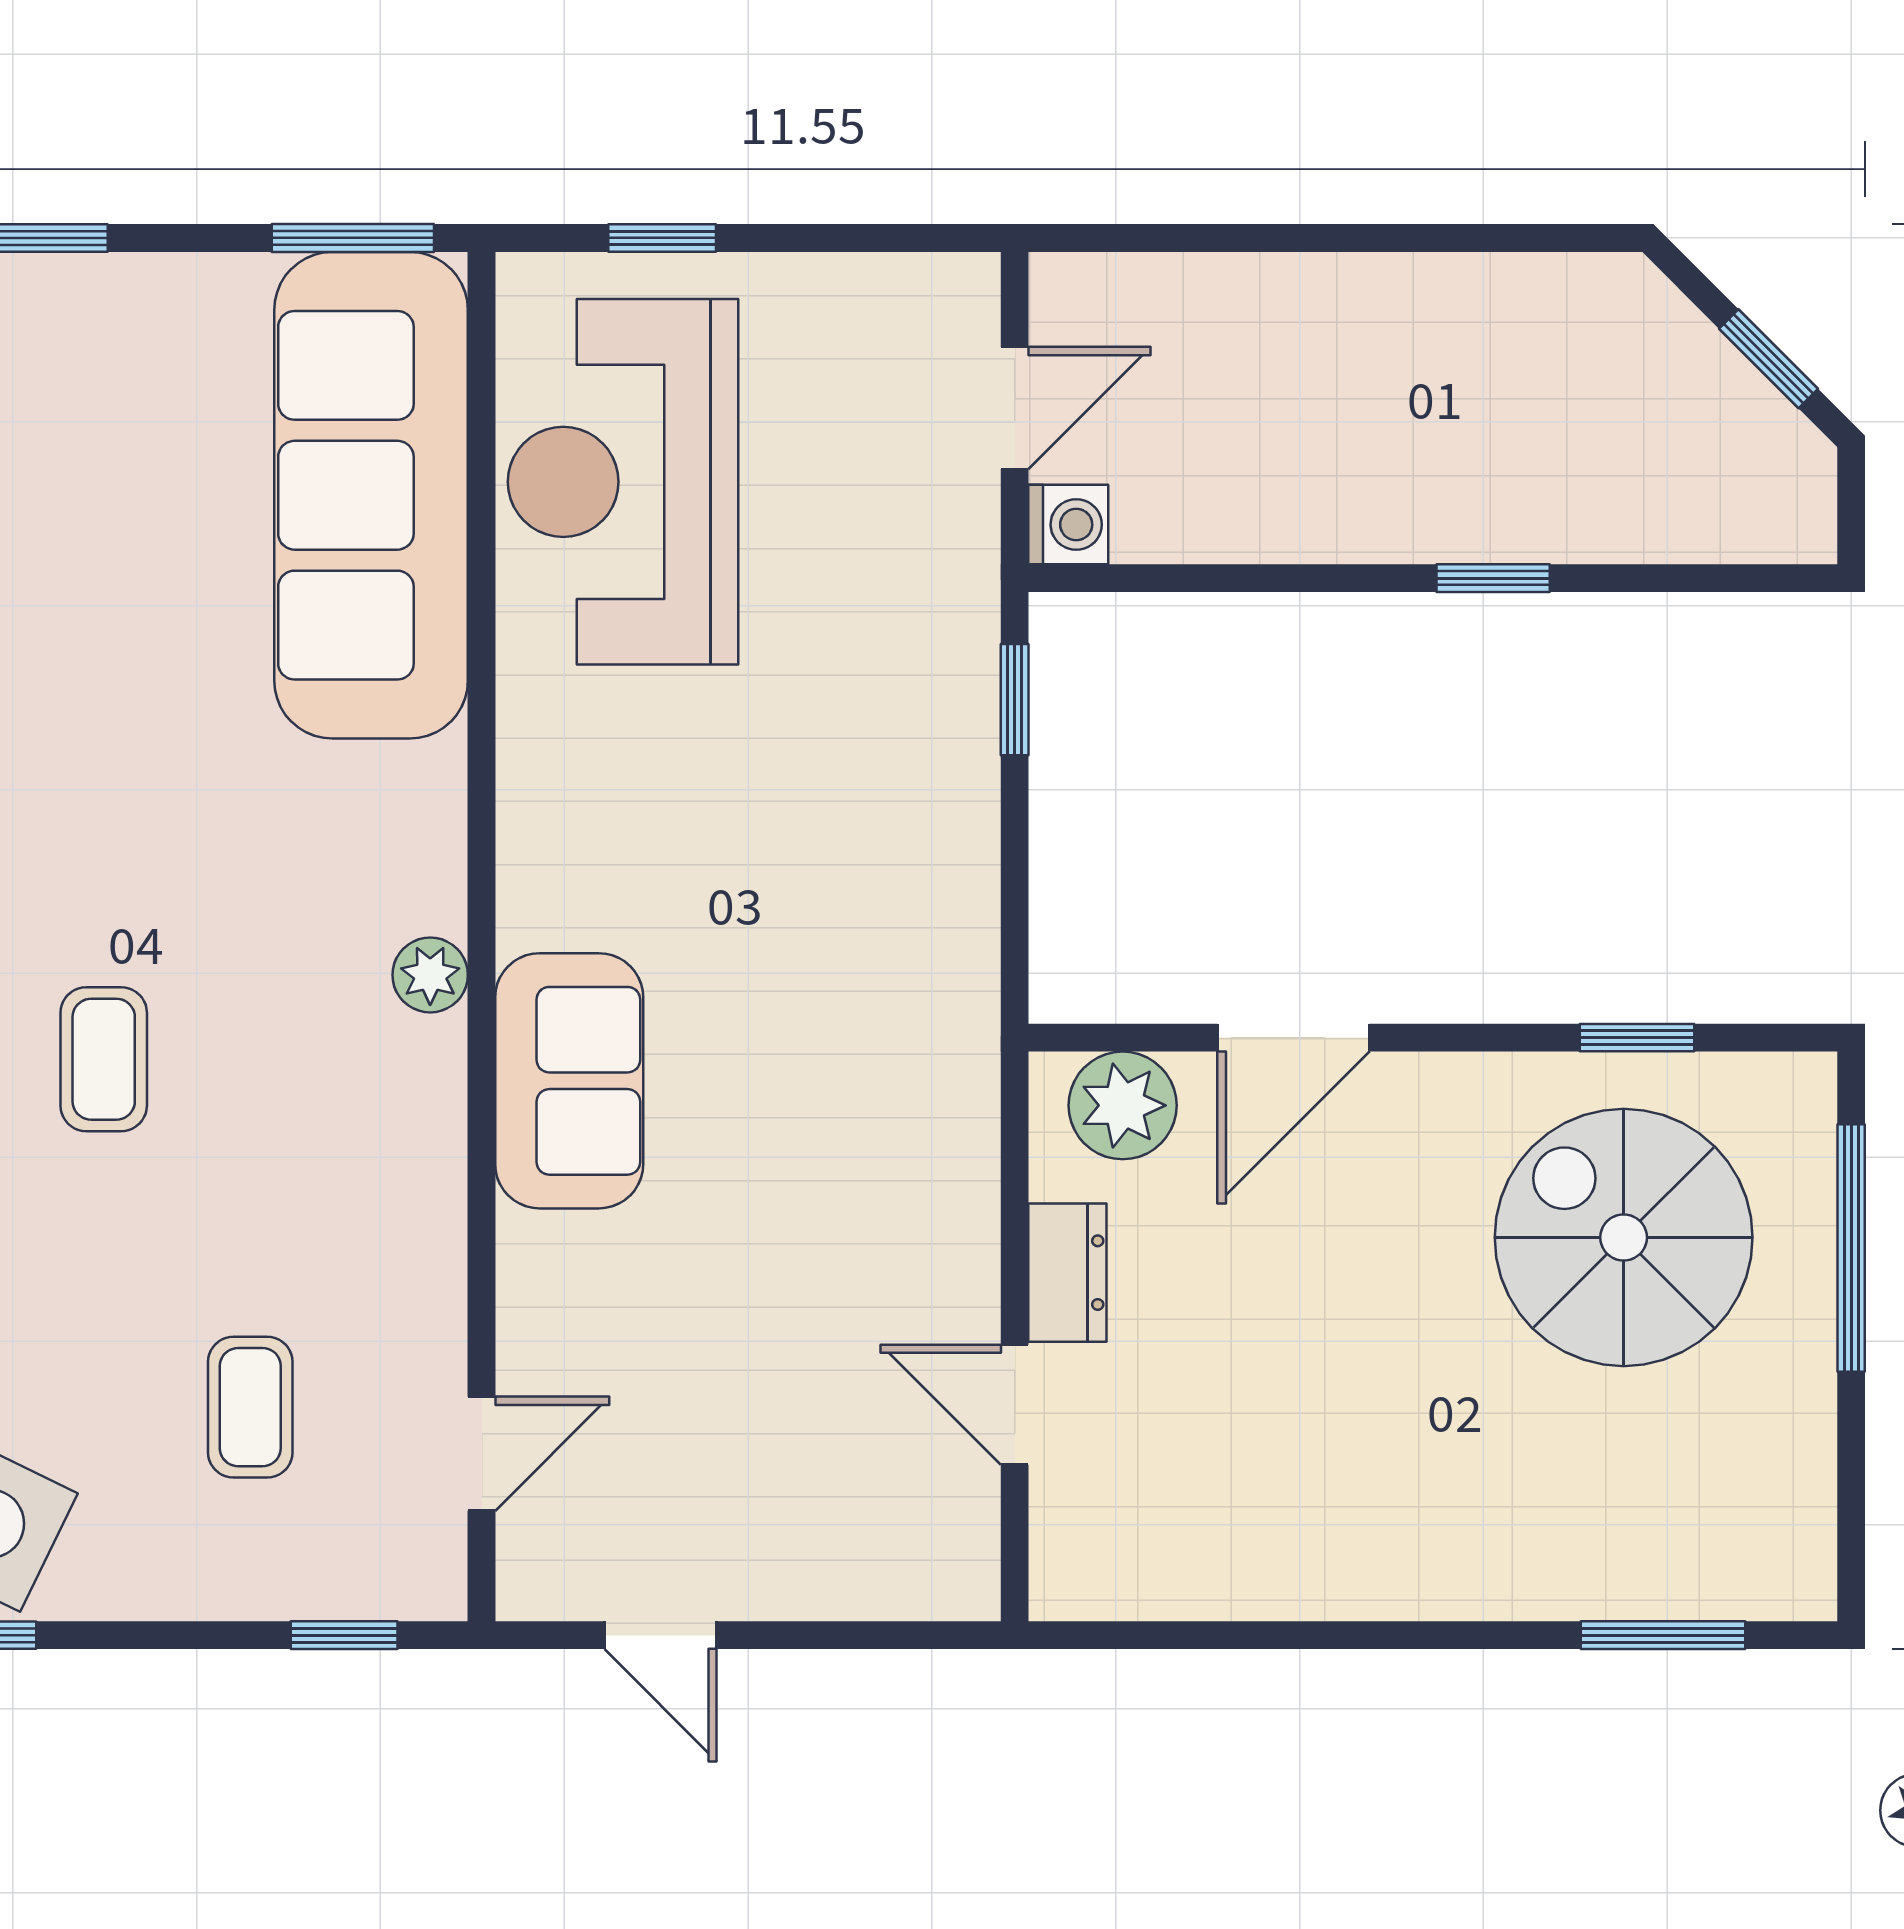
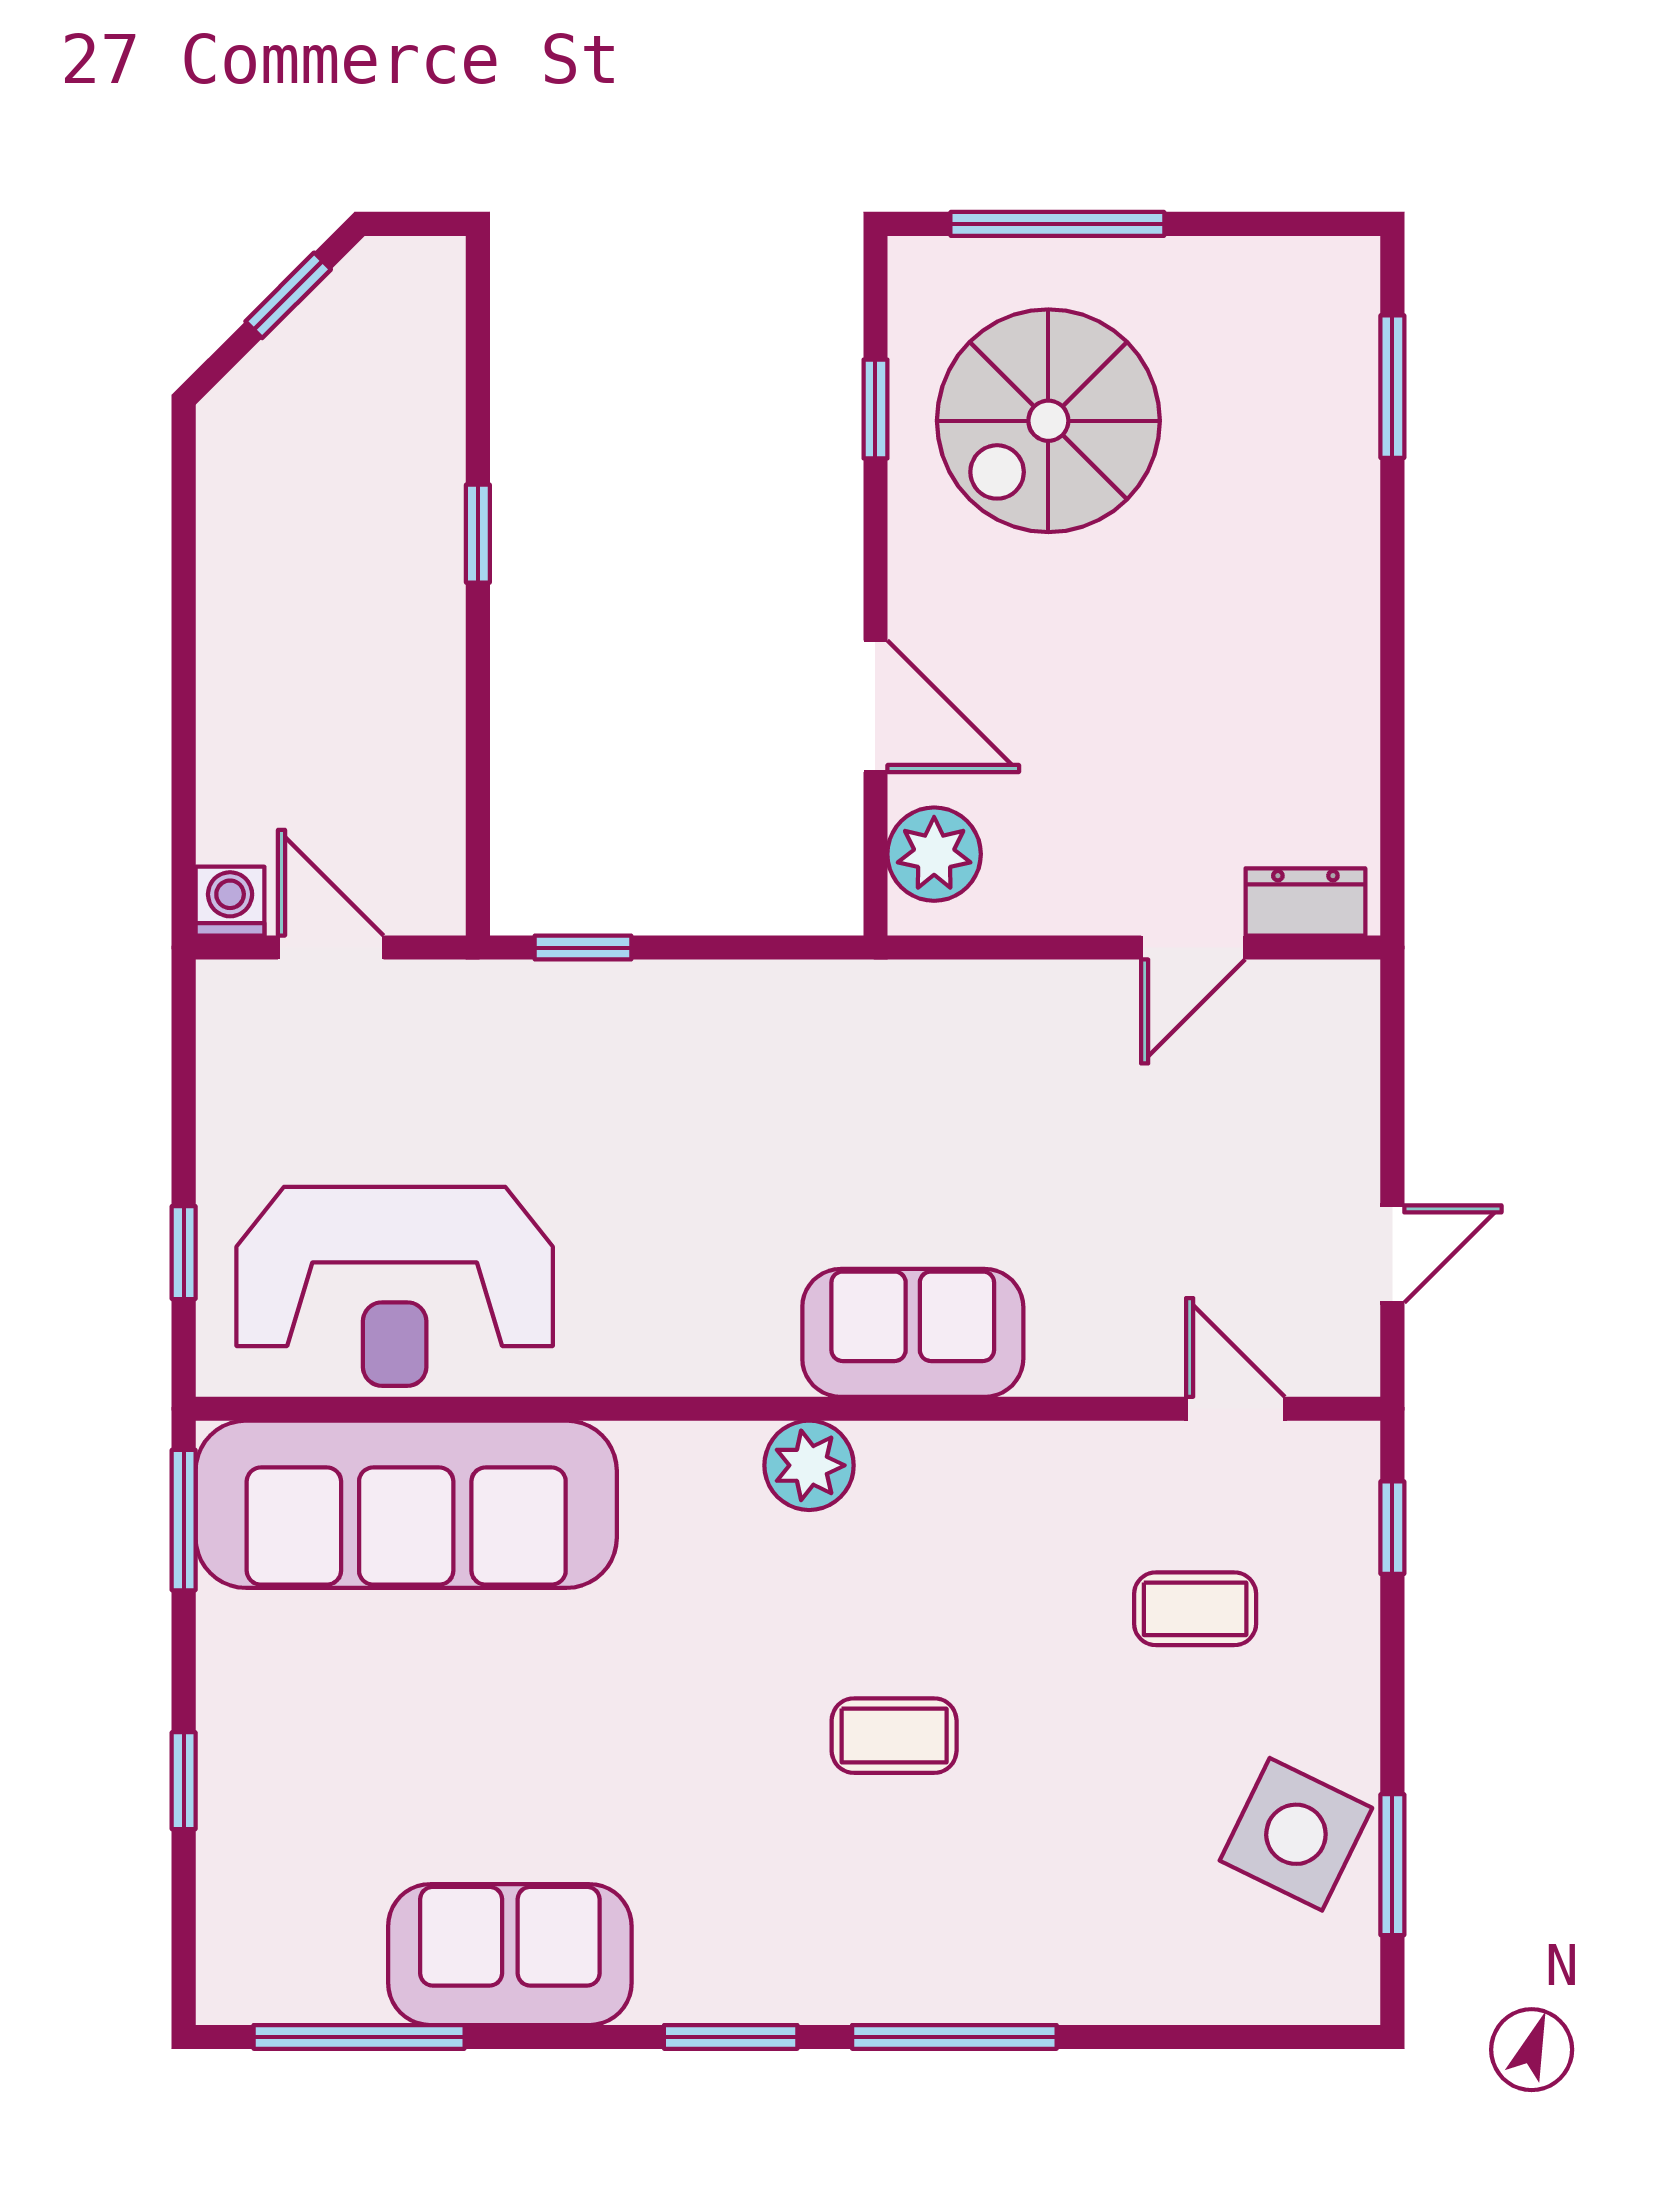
washing machine: (1068, 525) -> (230, 901), moved
plant: (430, 975) -> (809, 1465), width x1.38, depth x1.38
dresser: (1067, 1273) -> (1305, 902), moved

